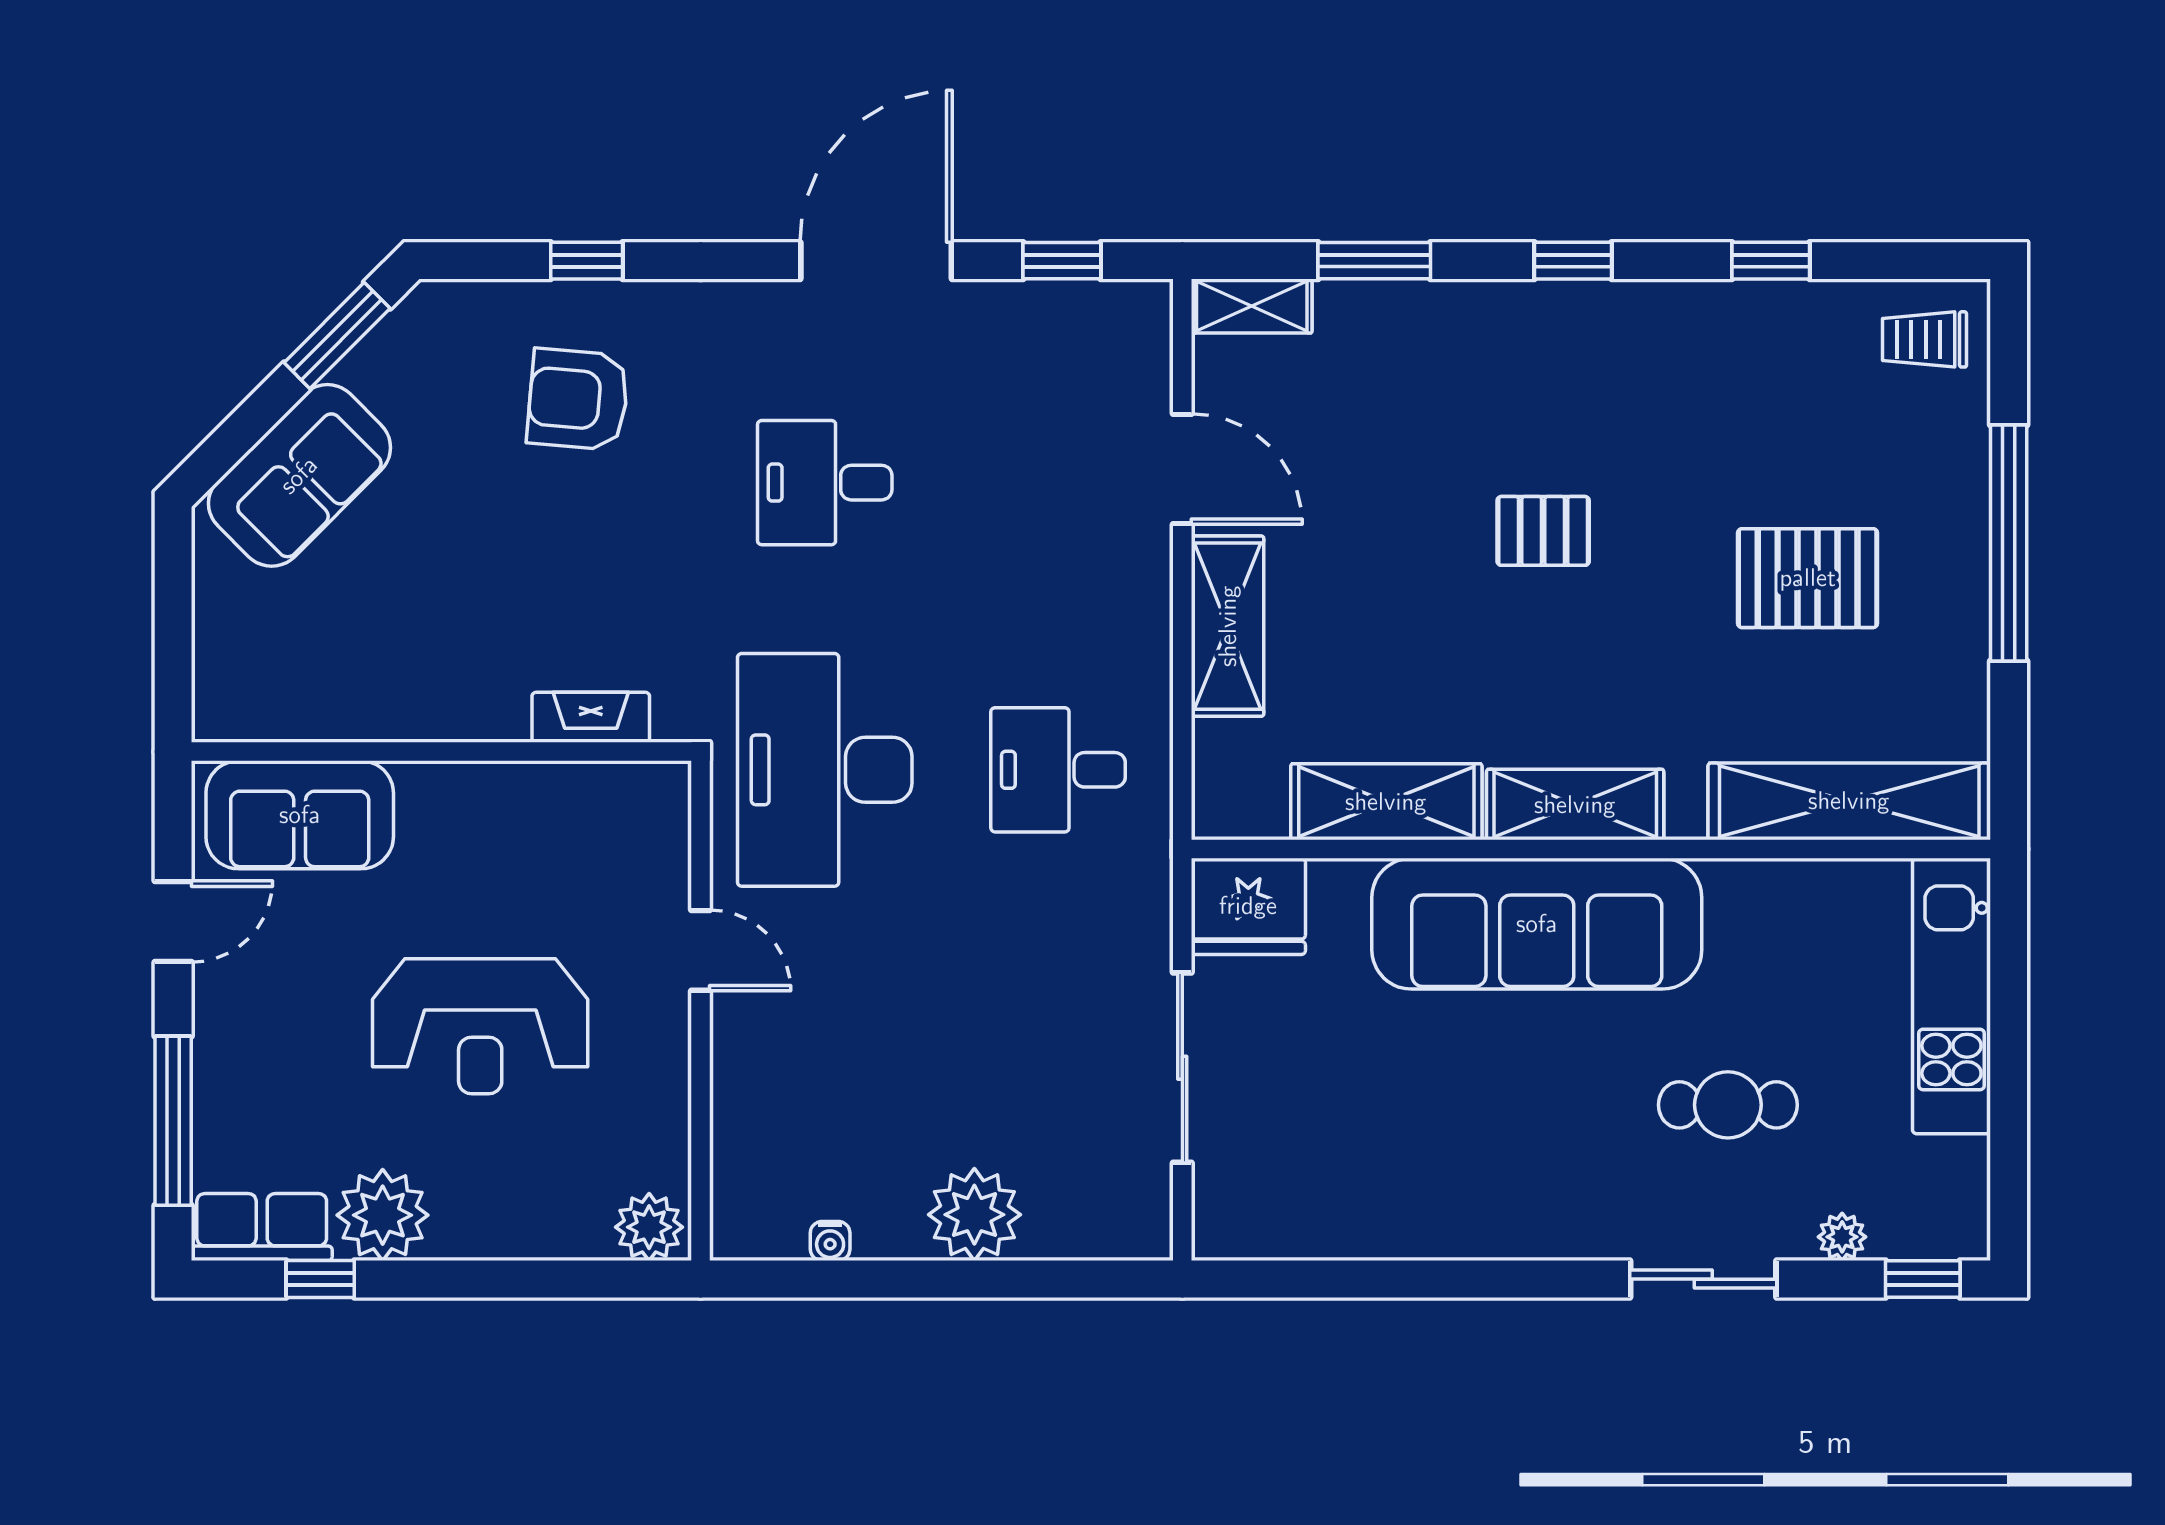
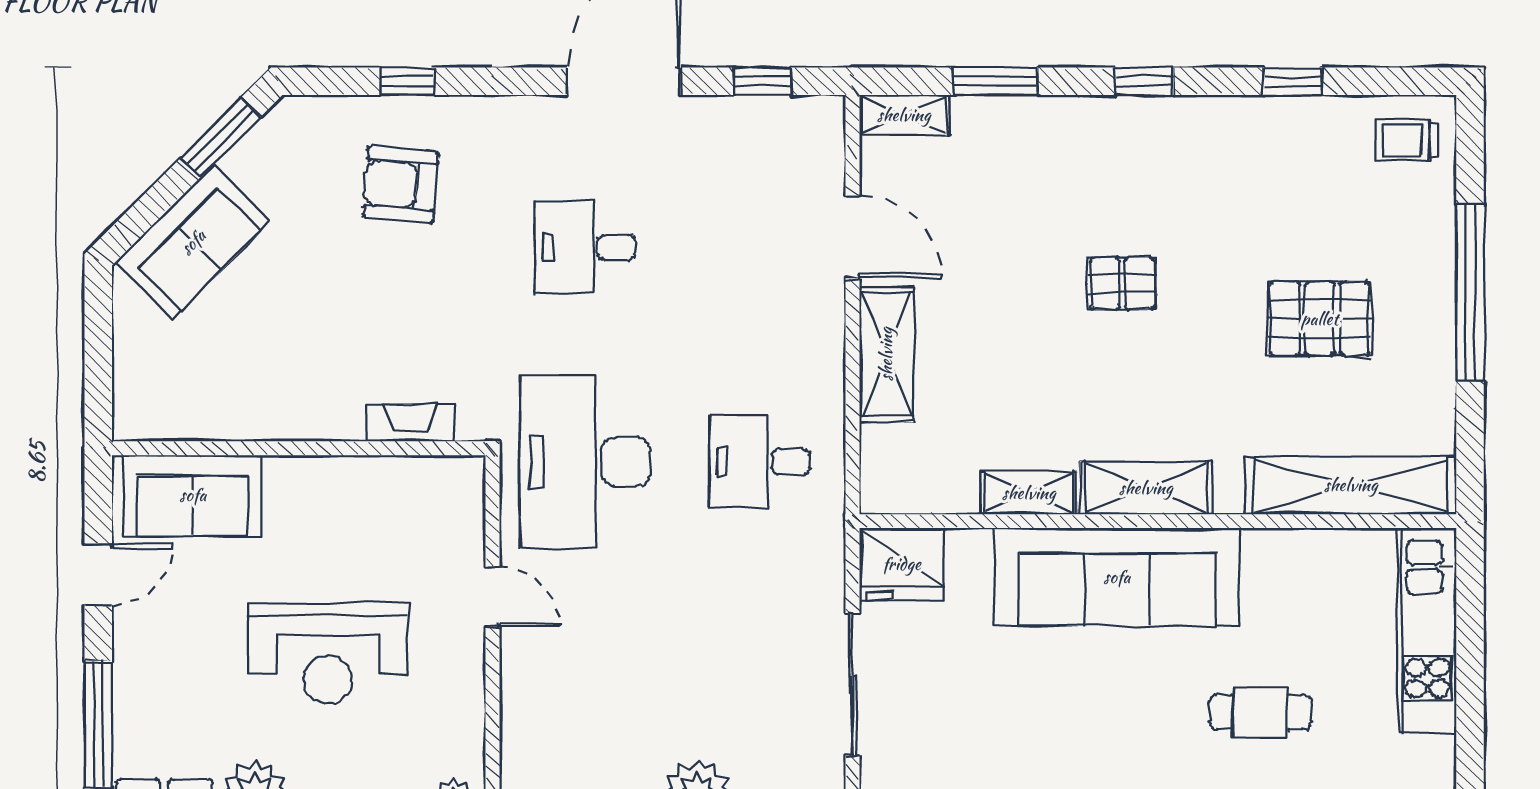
shelving: (1386, 802) -> (1029, 493), width x0.67, depth x0.75

